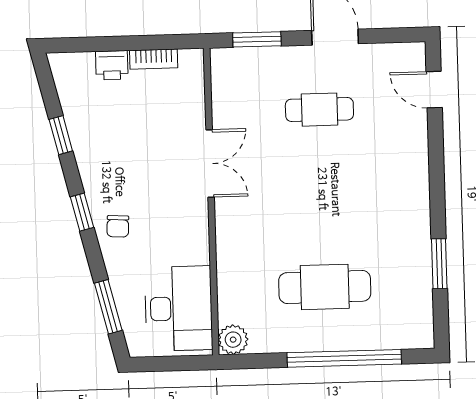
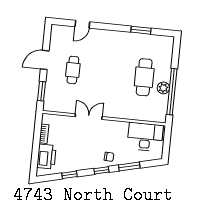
printer: (112, 65) -> (46, 157), width x1.87, depth x1.48
door: (434, 90) -> (82, 24), moved
window: (108, 307) -> (129, 167), moved
plant: (233, 340) -> (163, 88), moved
window: (344, 358) -> (172, 92), moved

